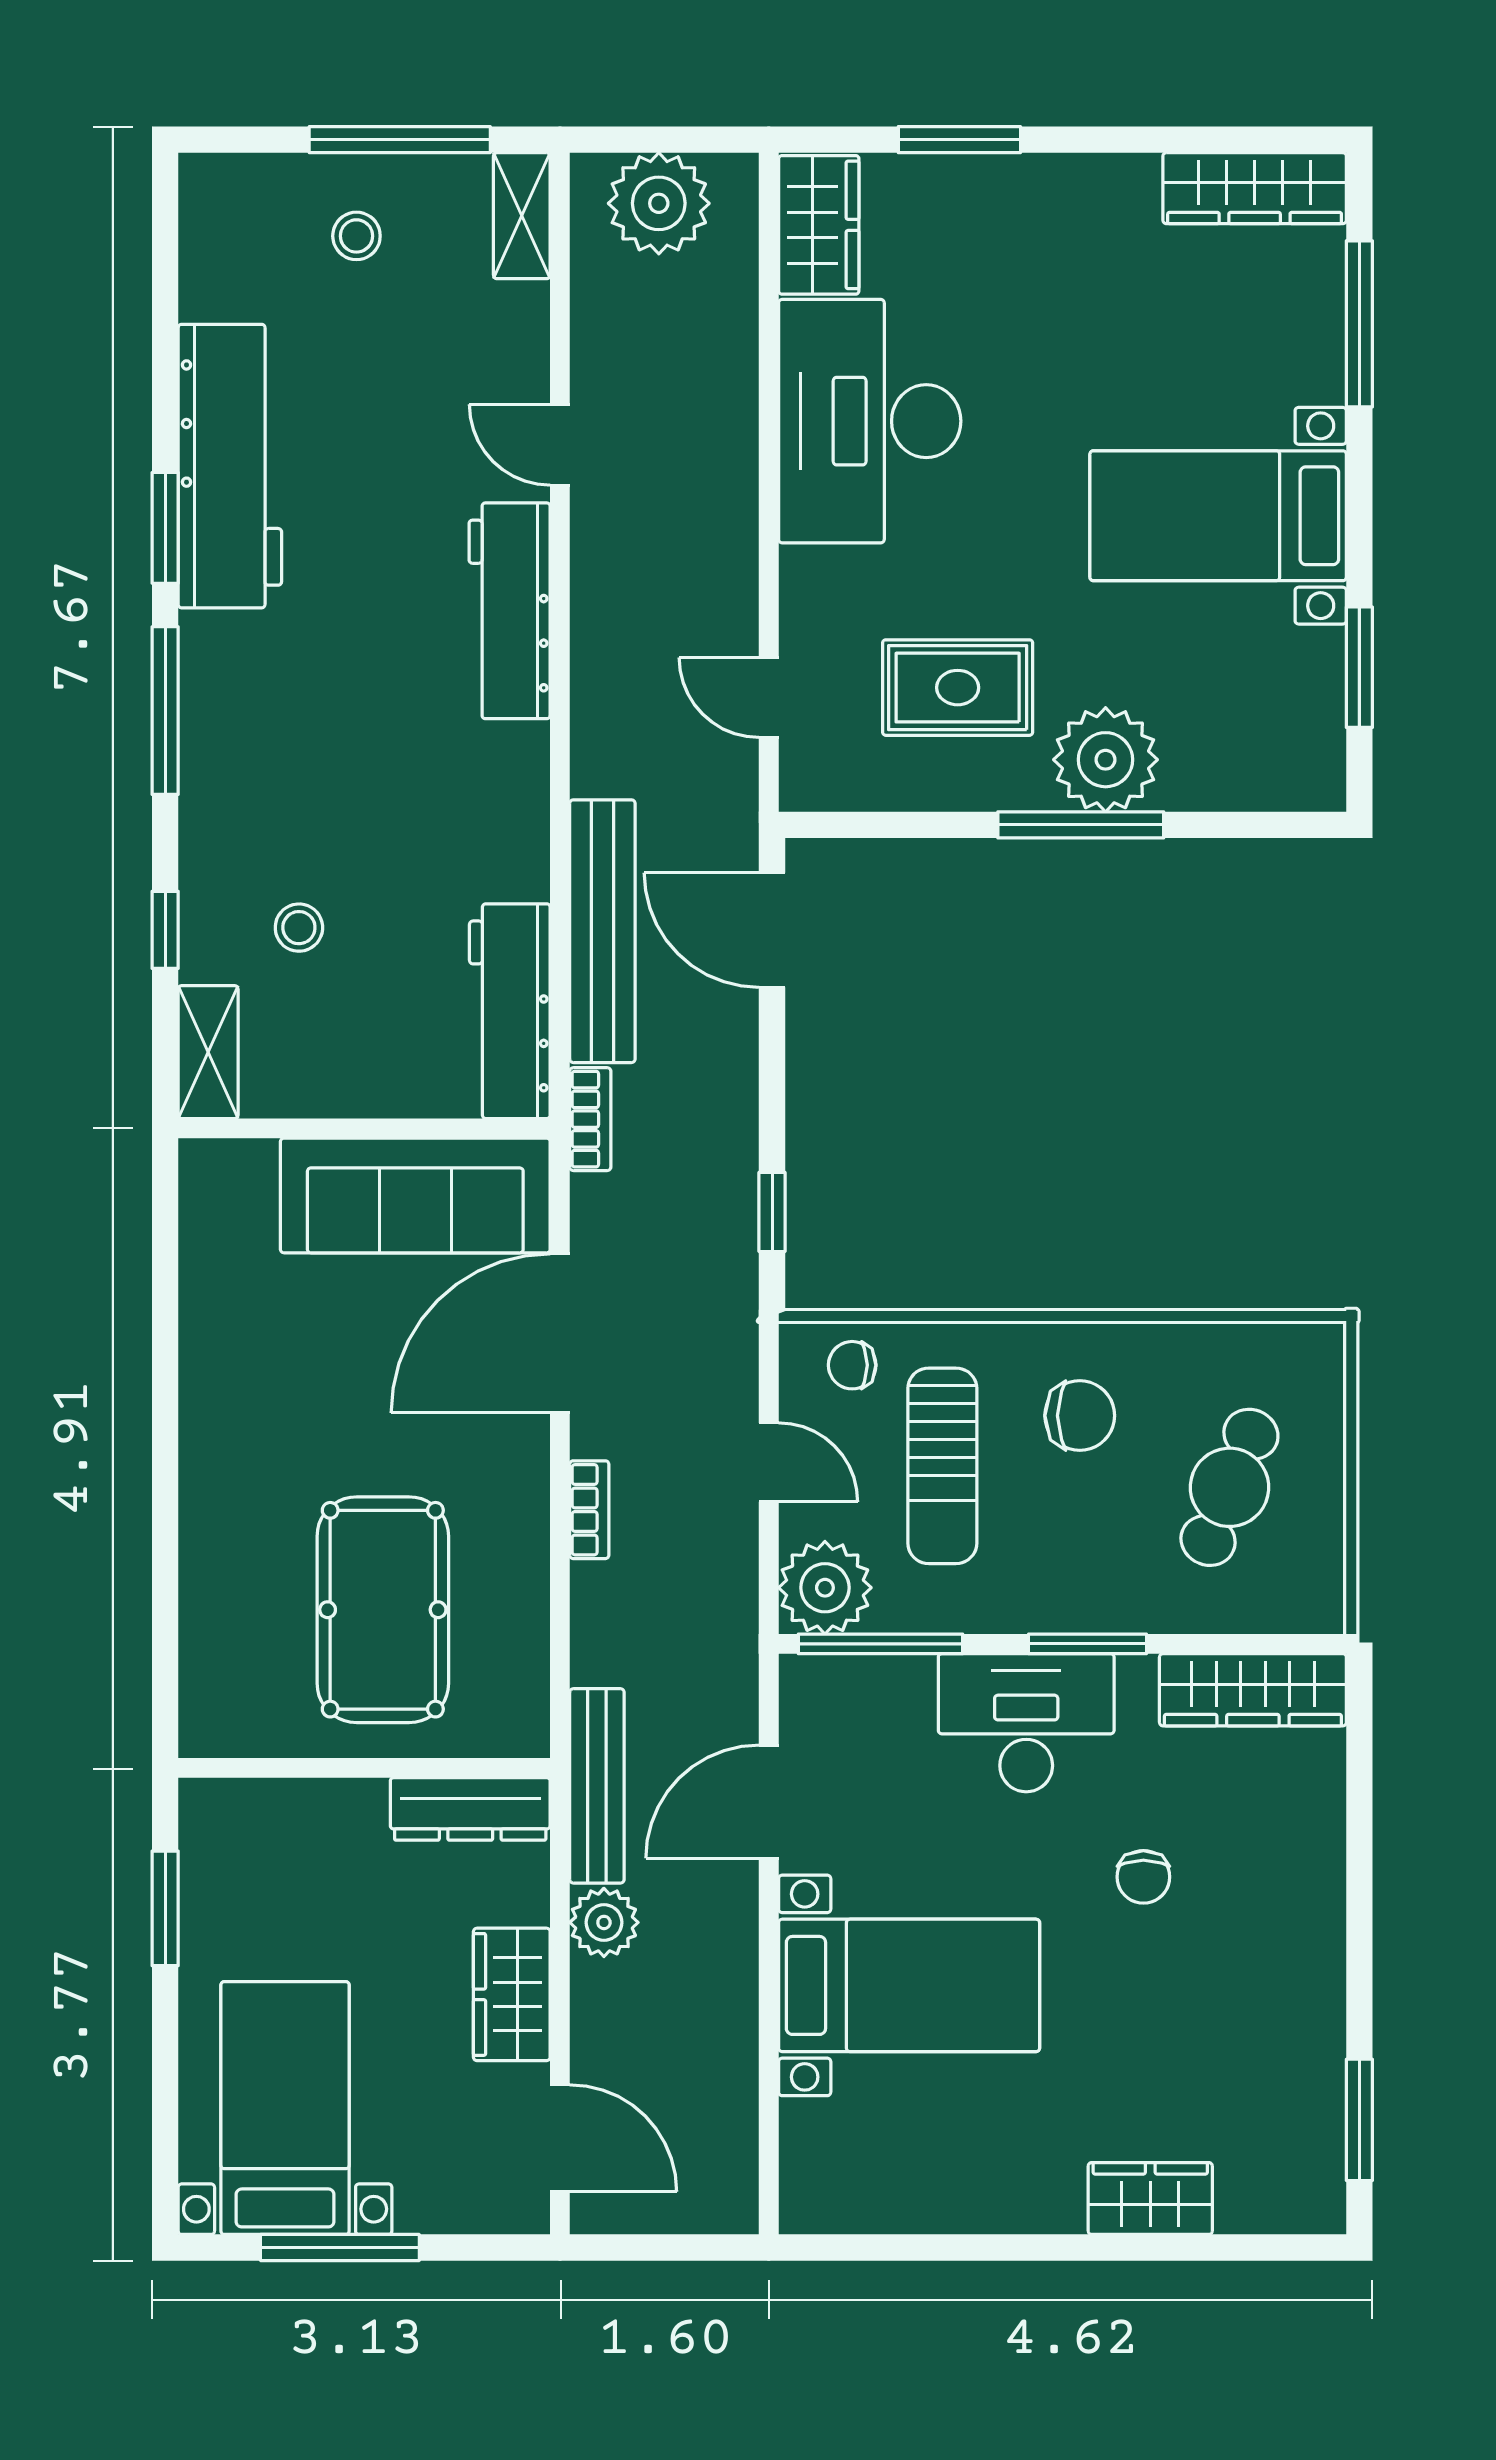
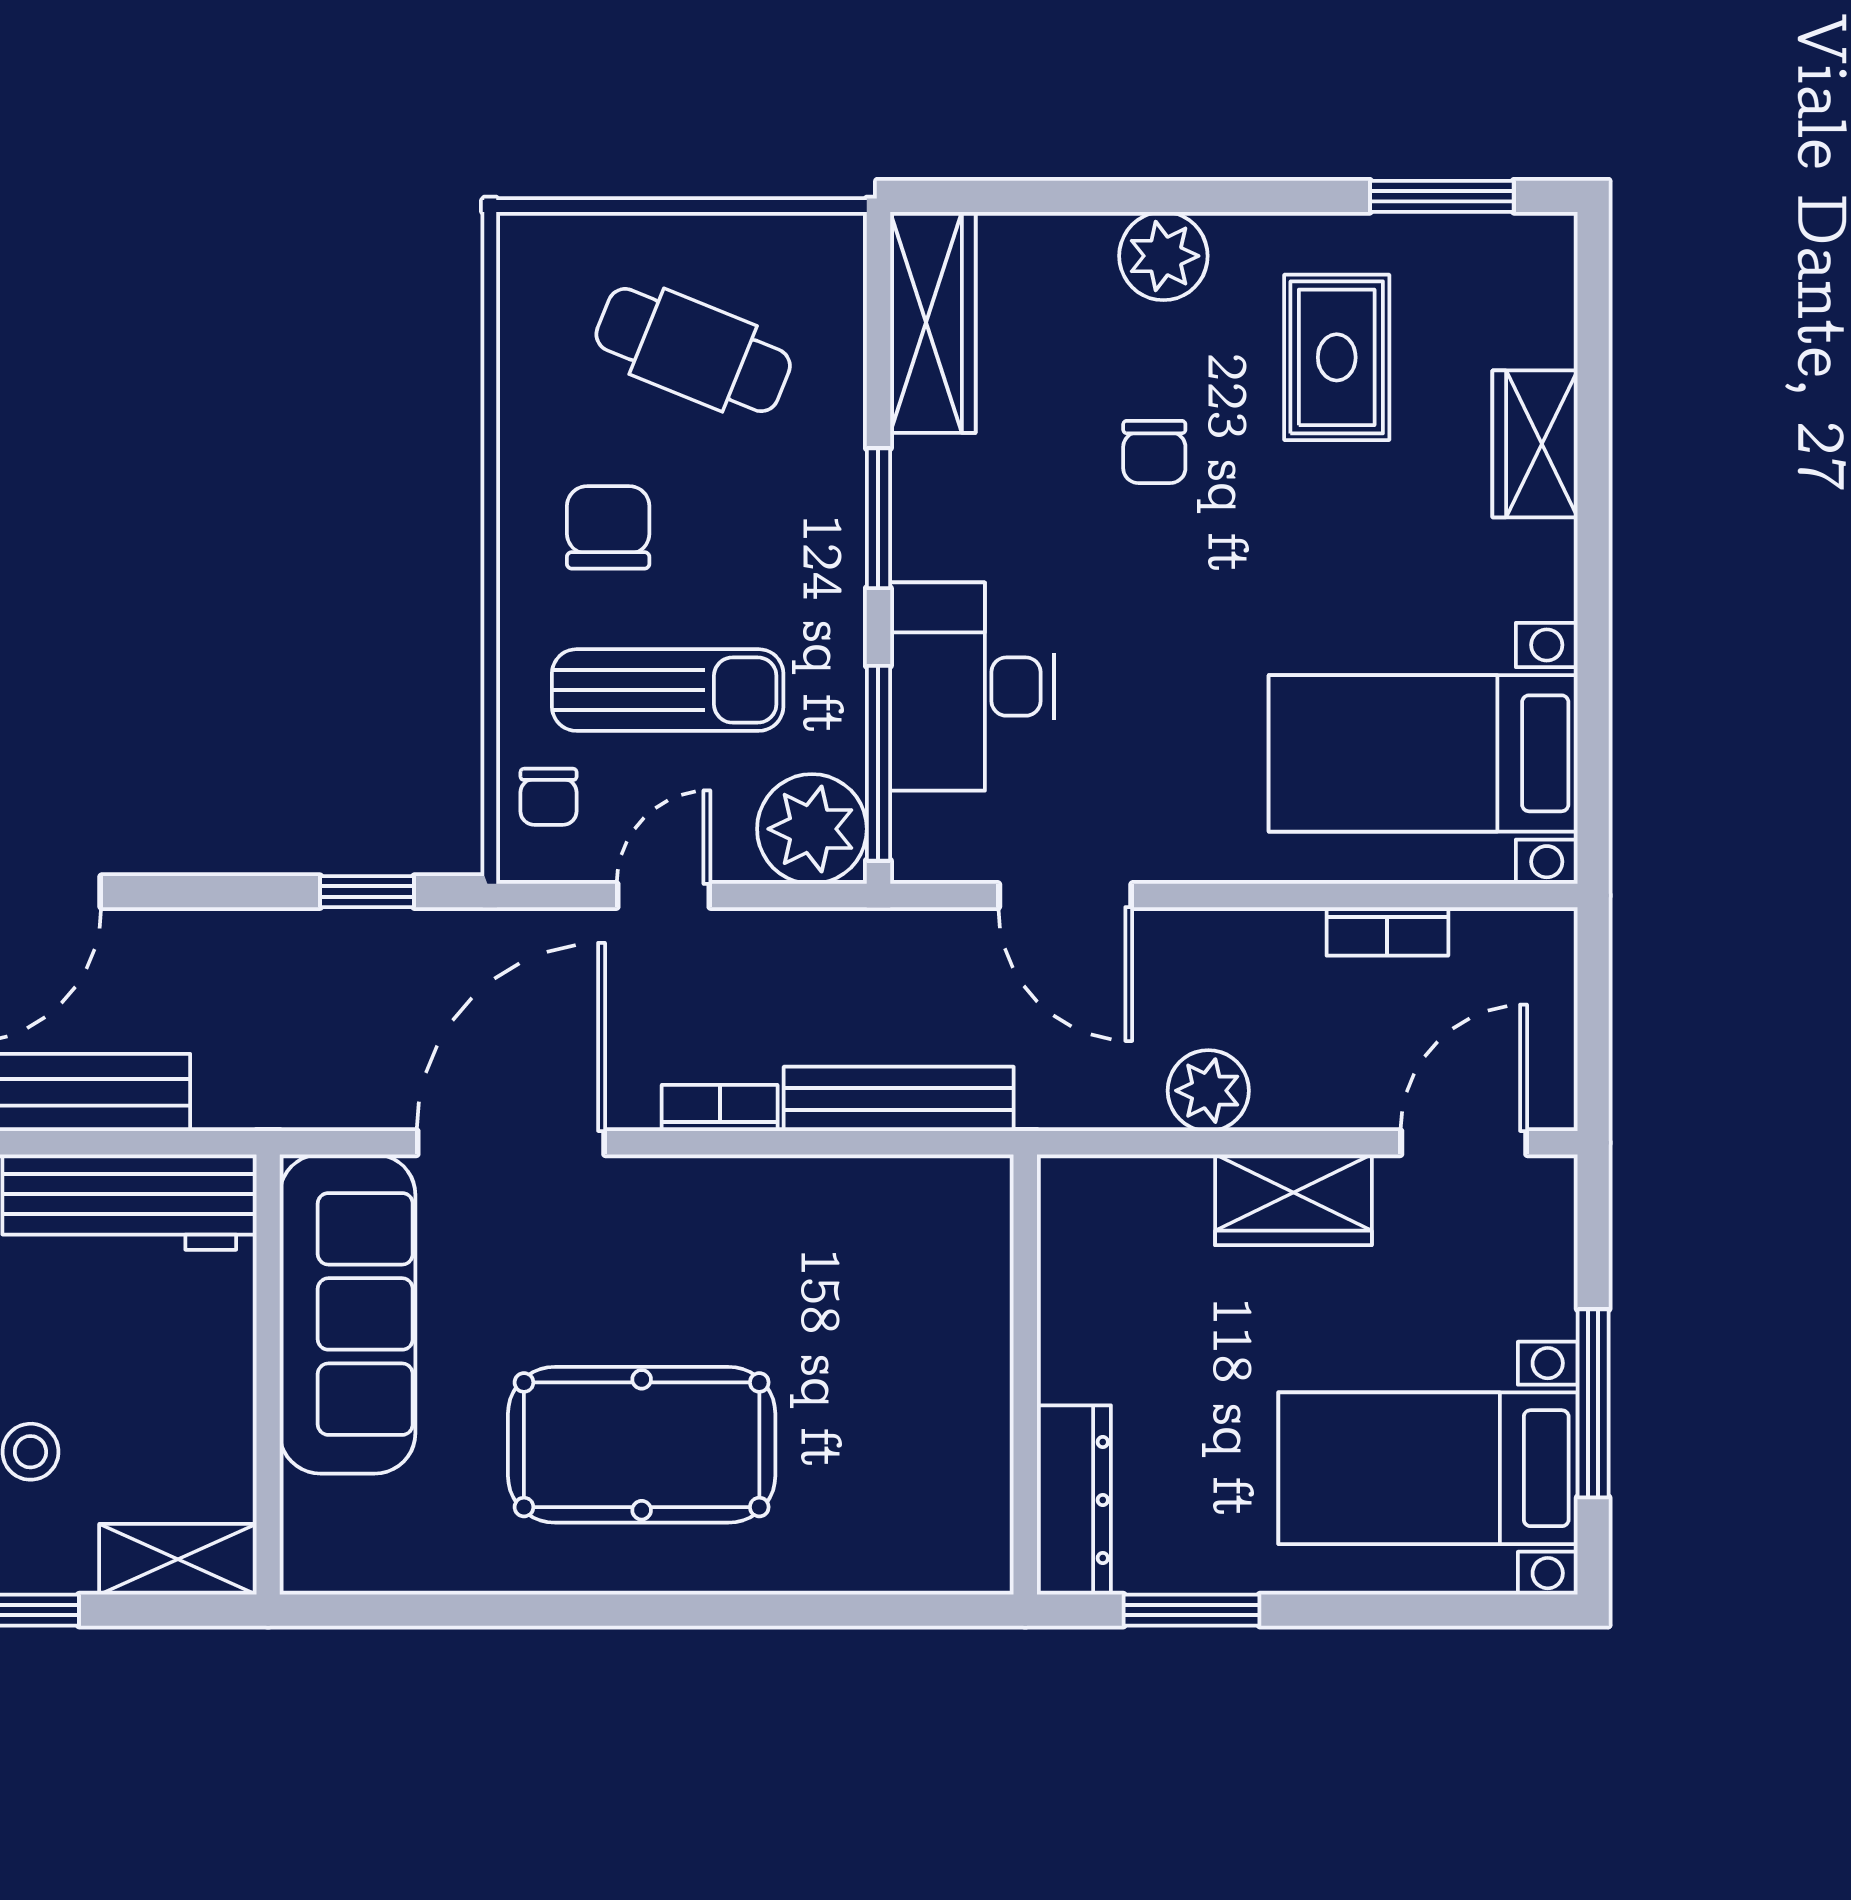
bookcase: (590, 1119) -> (1387, 931), moved, turned 180
door: (560, 1333) -> (511, 1143), swing flipped
pool table: (383, 1610) -> (642, 1445), moved
desk: (1026, 1723) -> (972, 687), moved
bench: (597, 1786) -> (899, 1099), moved
dresser: (470, 1809) -> (1074, 1500), moved
chair: (1143, 1877) -> (1154, 452), turned 90
plant: (1309, 1885) -> (1163, 256), added
bed with nightstands: (909, 1985) -> (1423, 753), moved, turned -90
rug: (1223, 2031) -> (1337, 357), added

